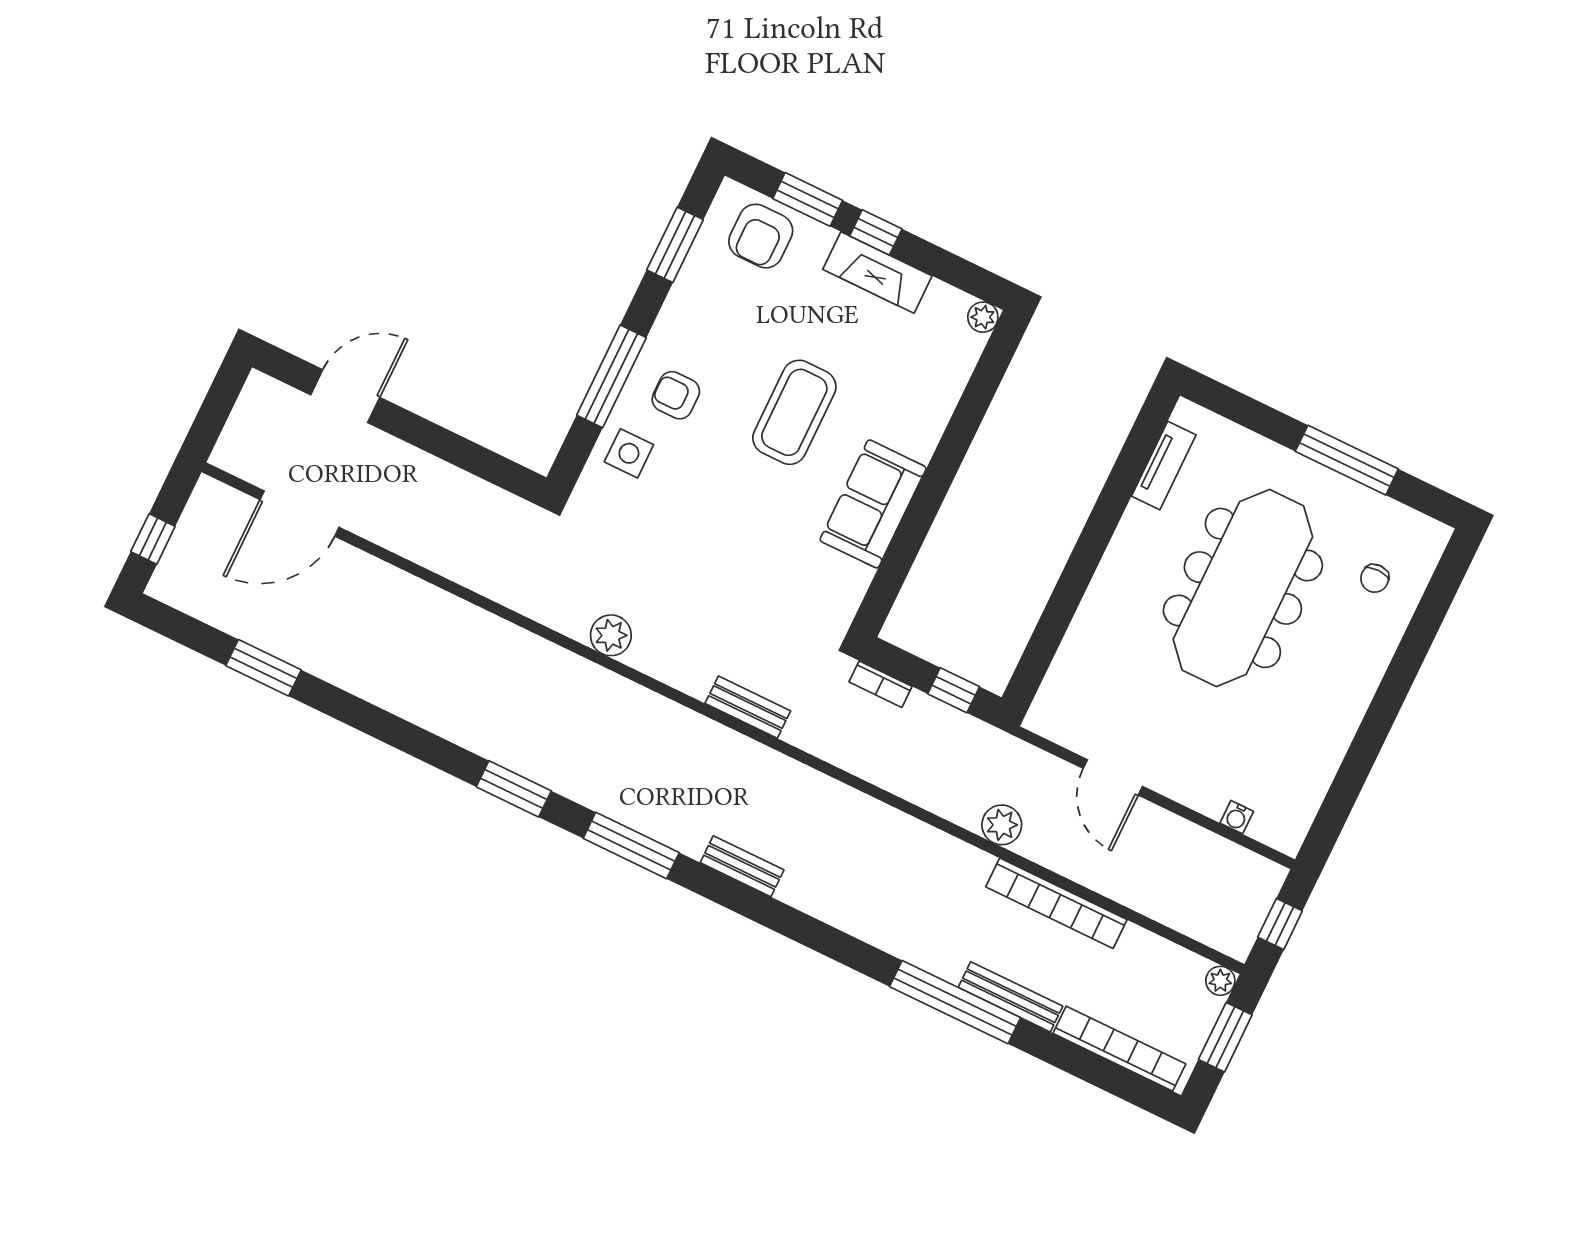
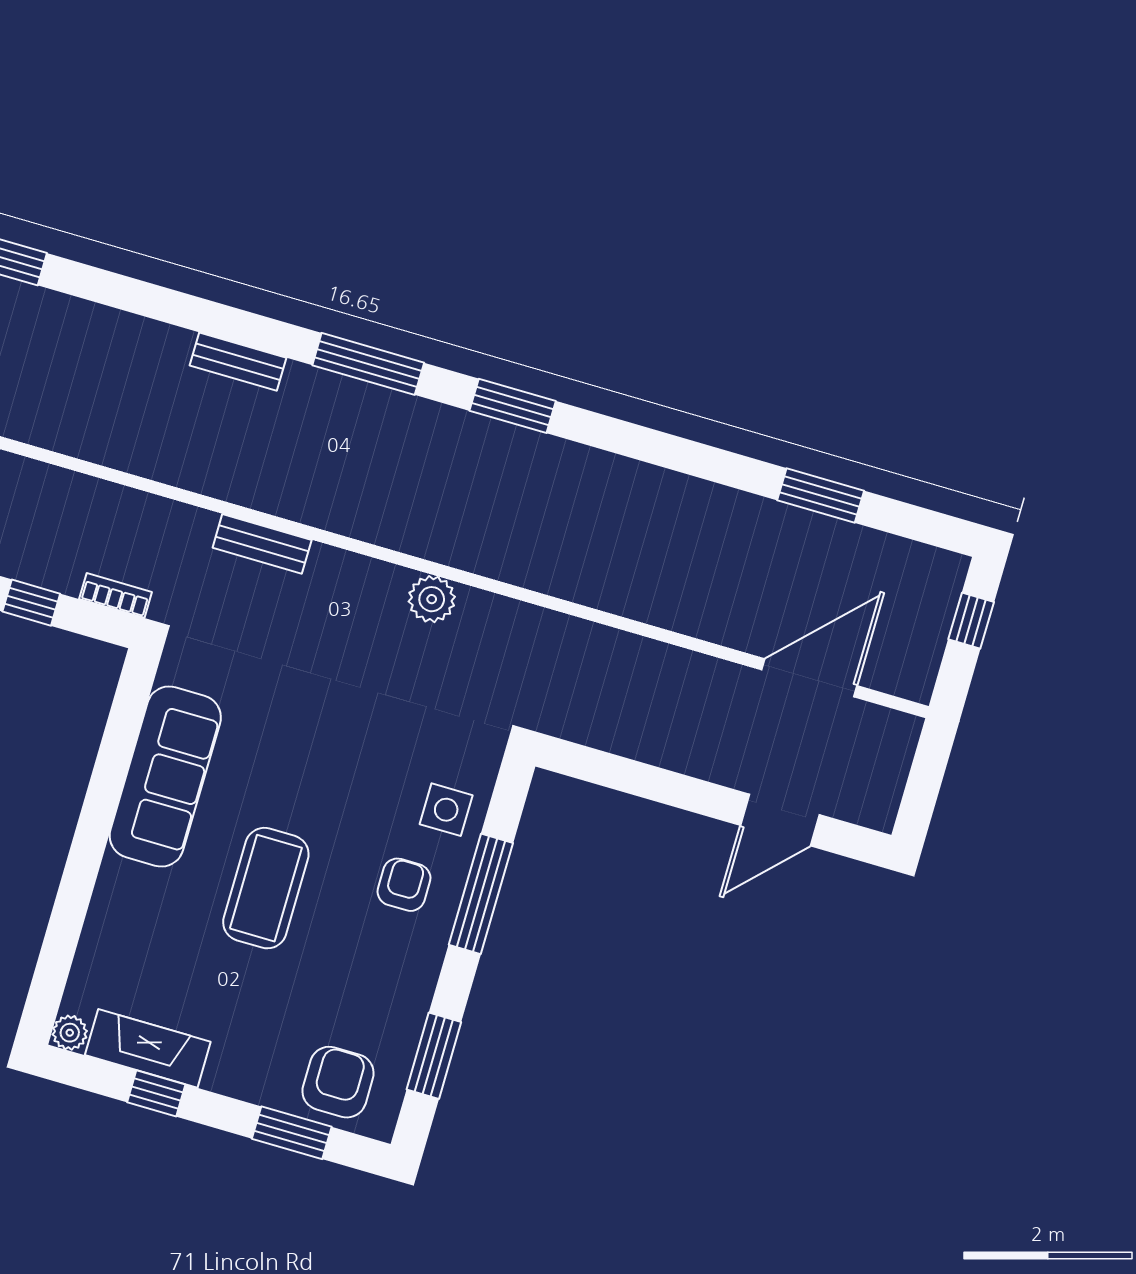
window: (876, 232) -> (156, 1093), moved
fireplace: (877, 273) -> (148, 1048), moved
armchair: (676, 395) -> (404, 885), turned -90
sofa: (873, 504) -> (165, 776), width x1.36

